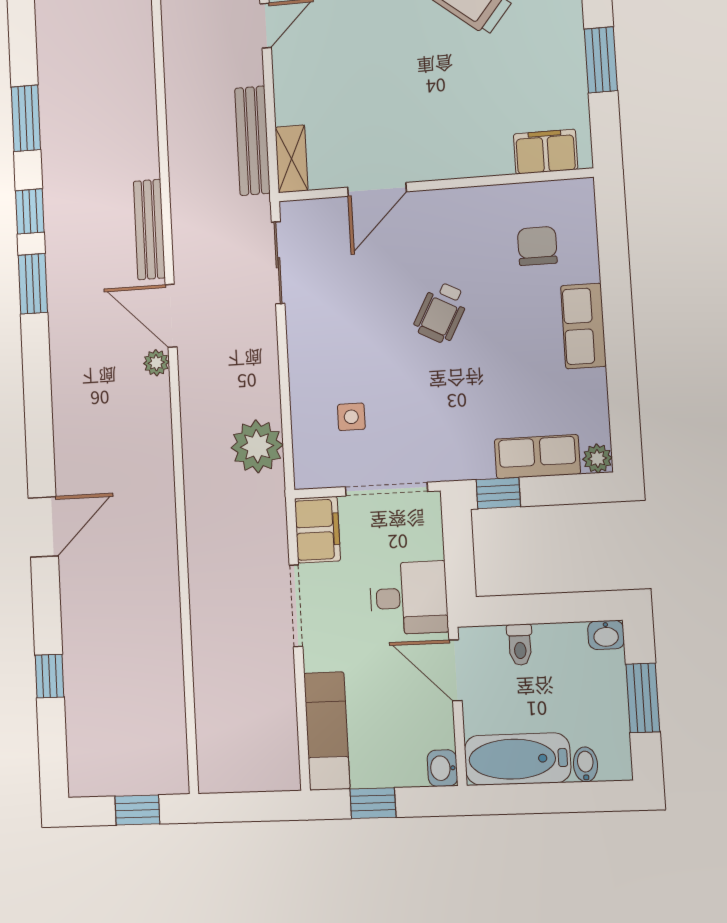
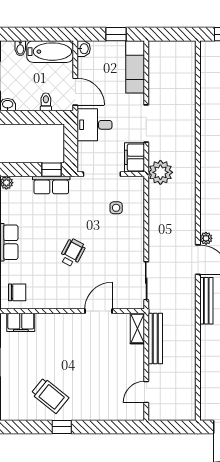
chair: (537, 246) -> (17, 292), moved, turned -90
plant: (257, 446) -> (160, 172), moved
row of seats: (537, 457) -> (51, 185), moved

